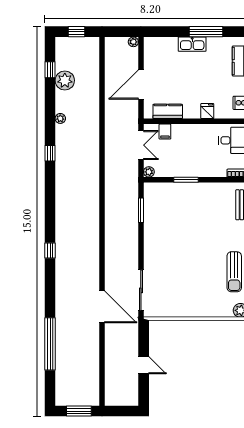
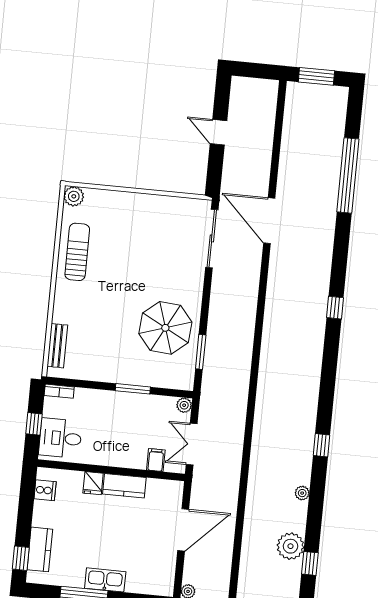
kitchen counter: (168, 111) -> (124, 486), moved
parasol: (167, 225) -> (165, 328), added

